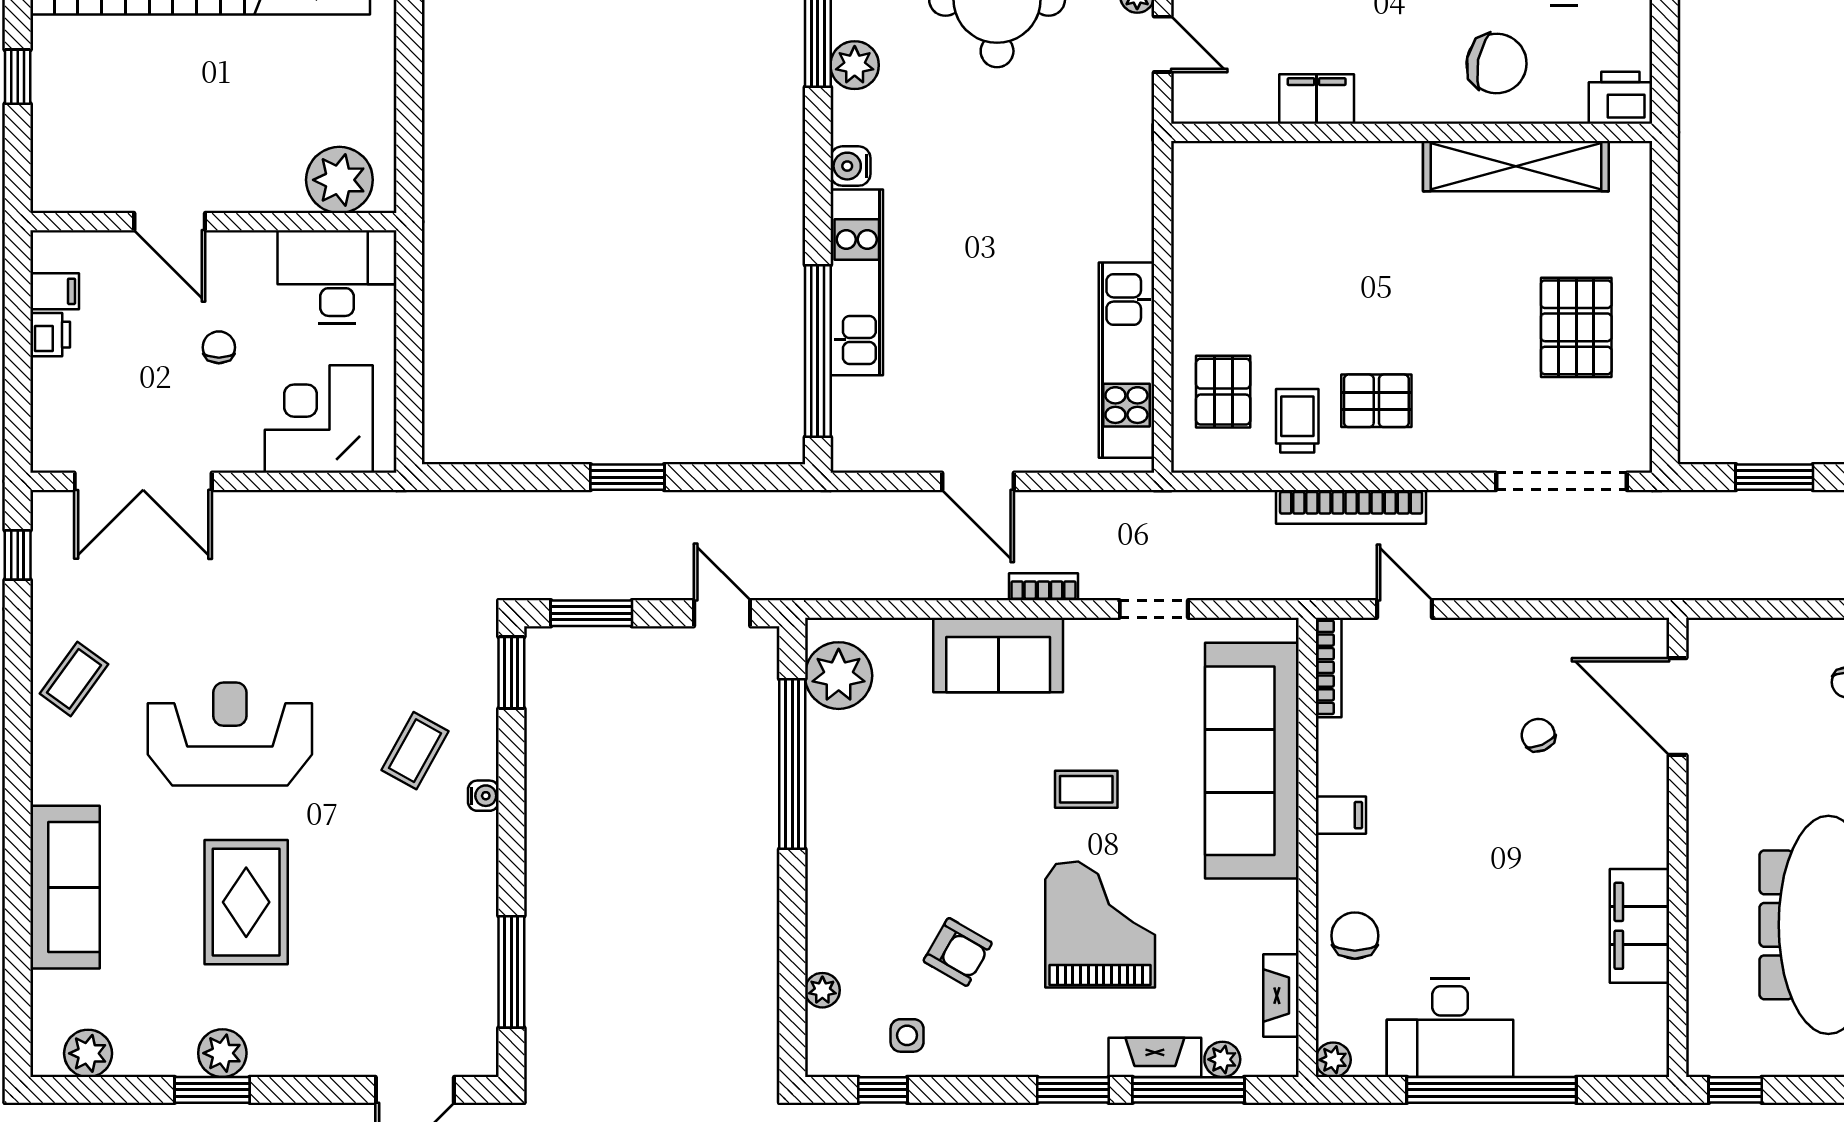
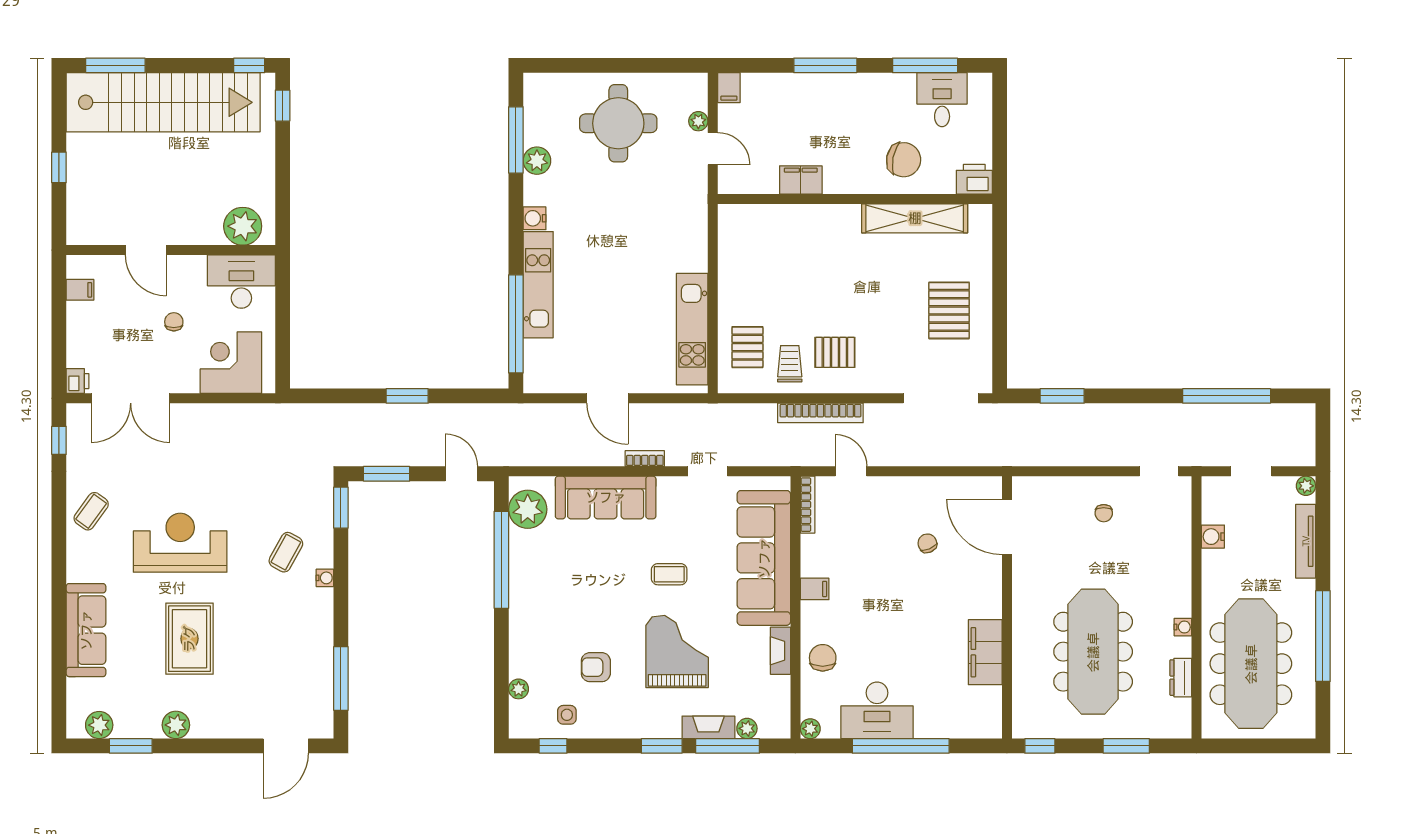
printer: (50, 335) -> (78, 381), moved
sofa: (998, 655) -> (606, 497), width x1.36
armchair: (958, 952) -> (596, 667), turned 150
fireplace: (1281, 996) -> (781, 651), moved
window: (212, 1090) -> (131, 746), moved

